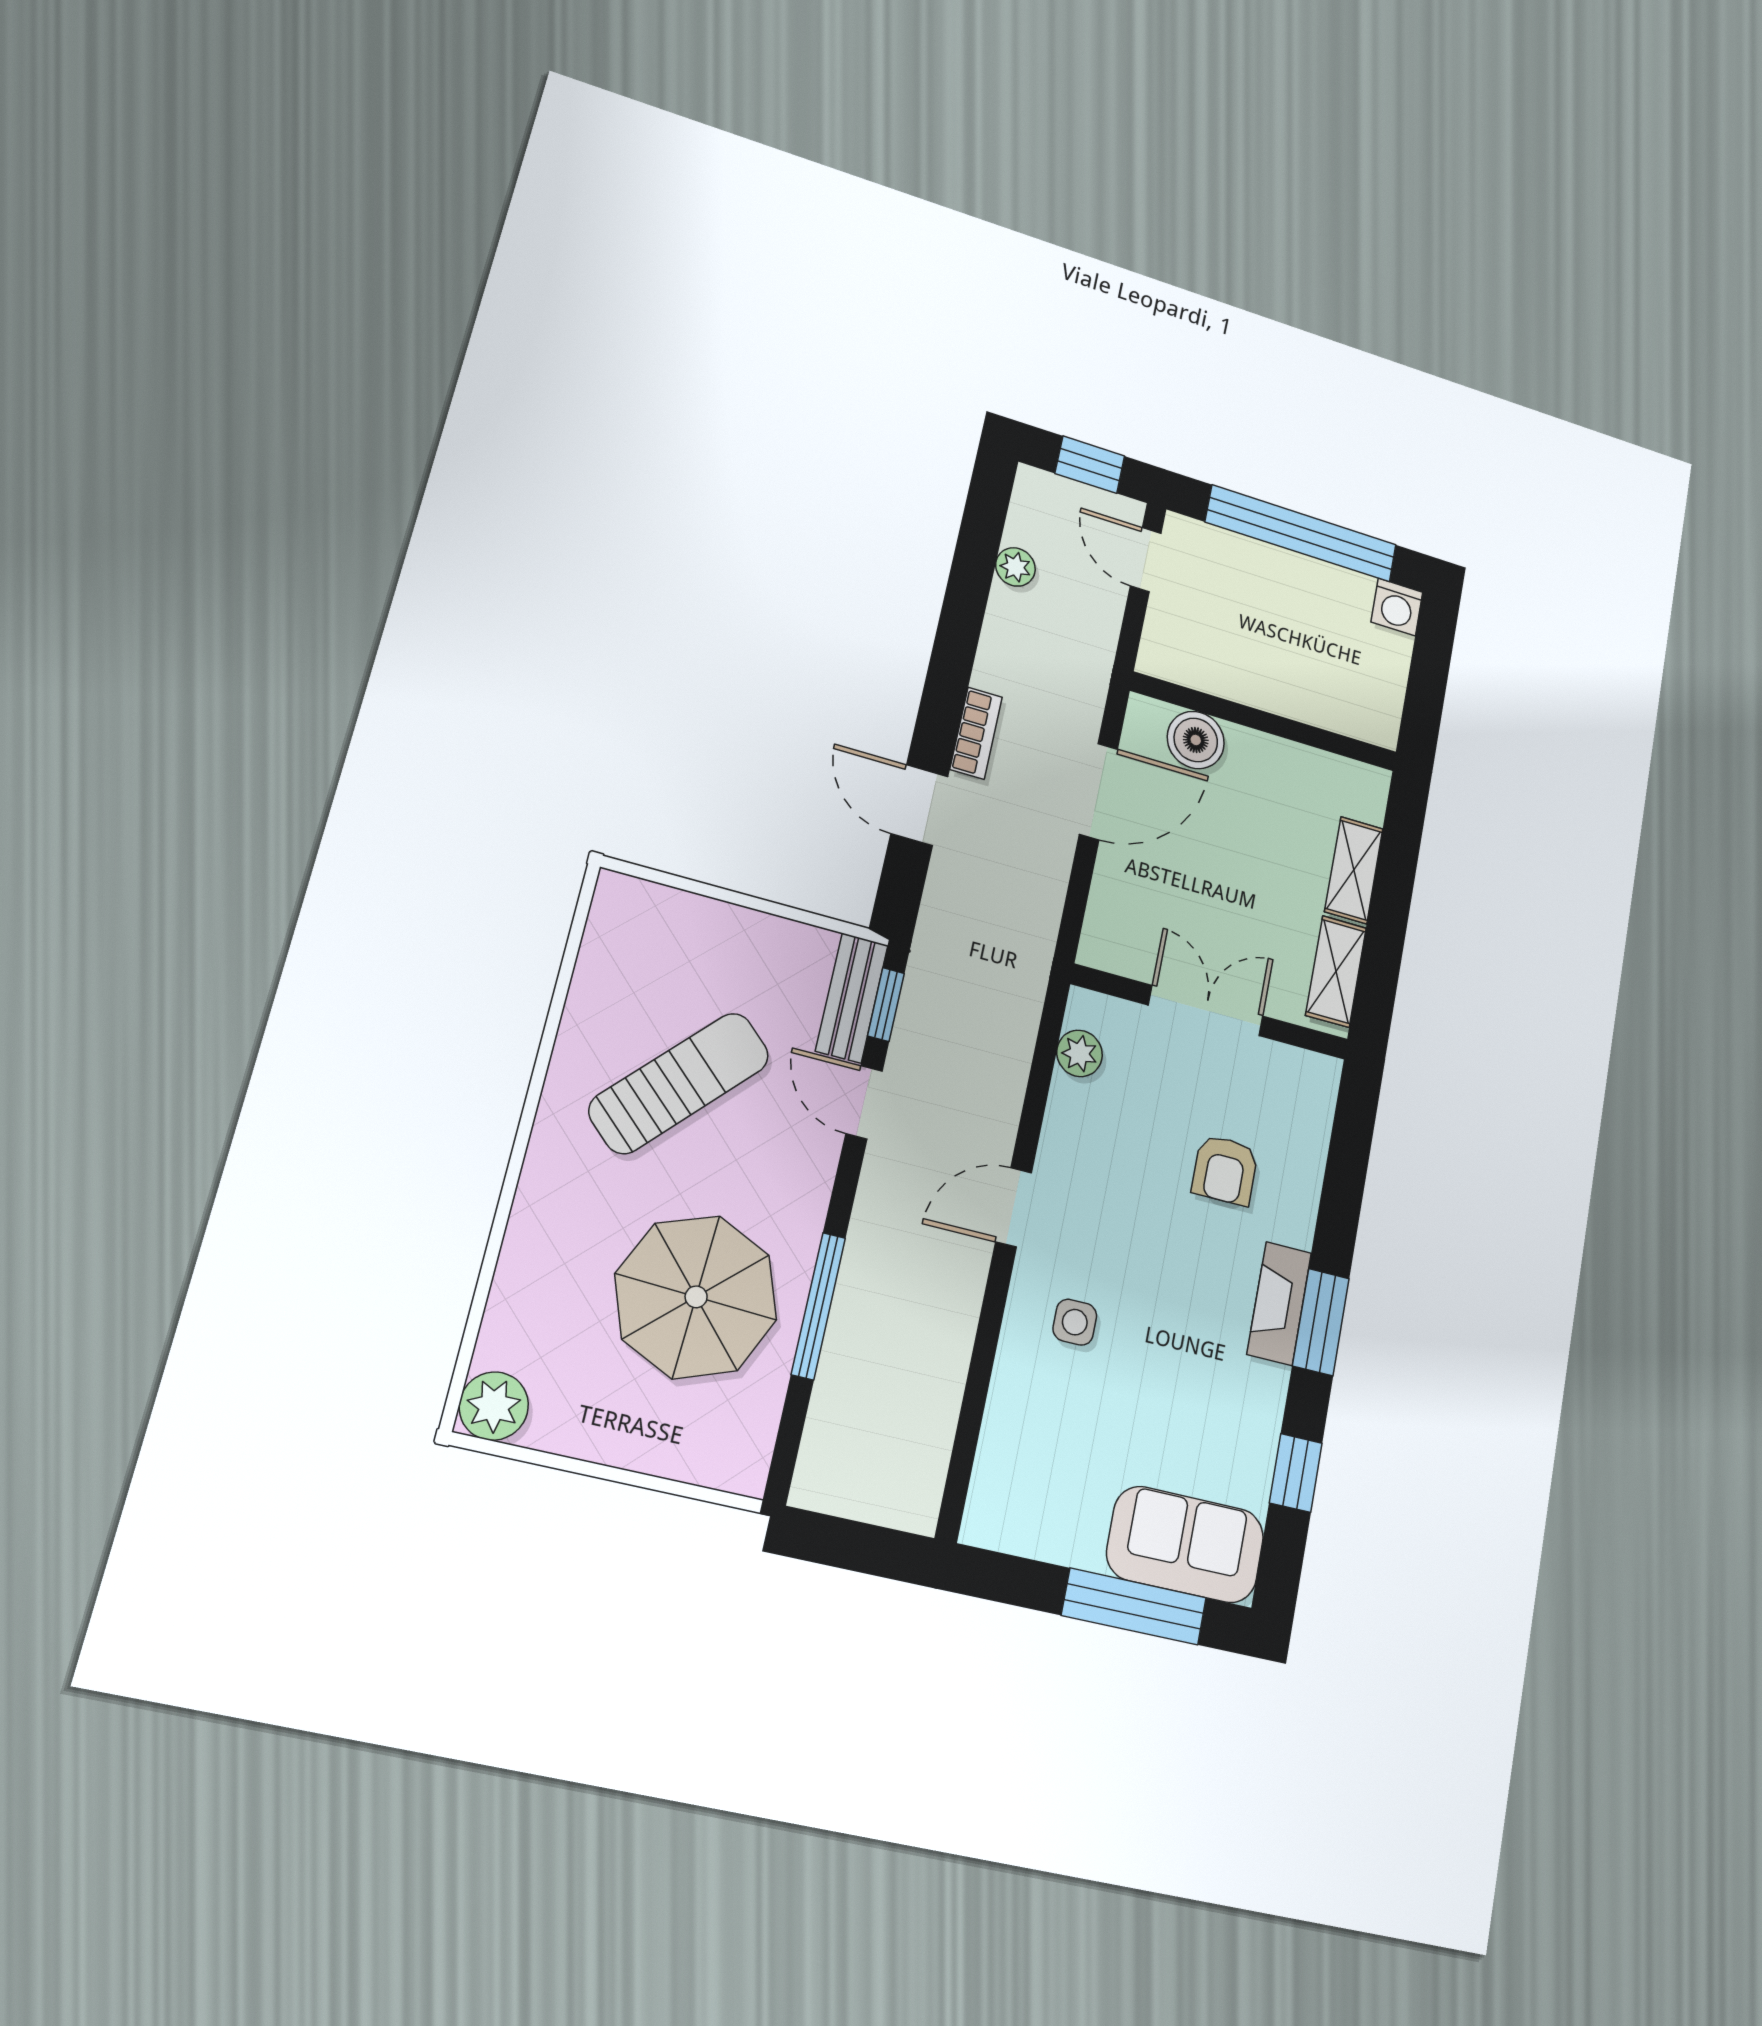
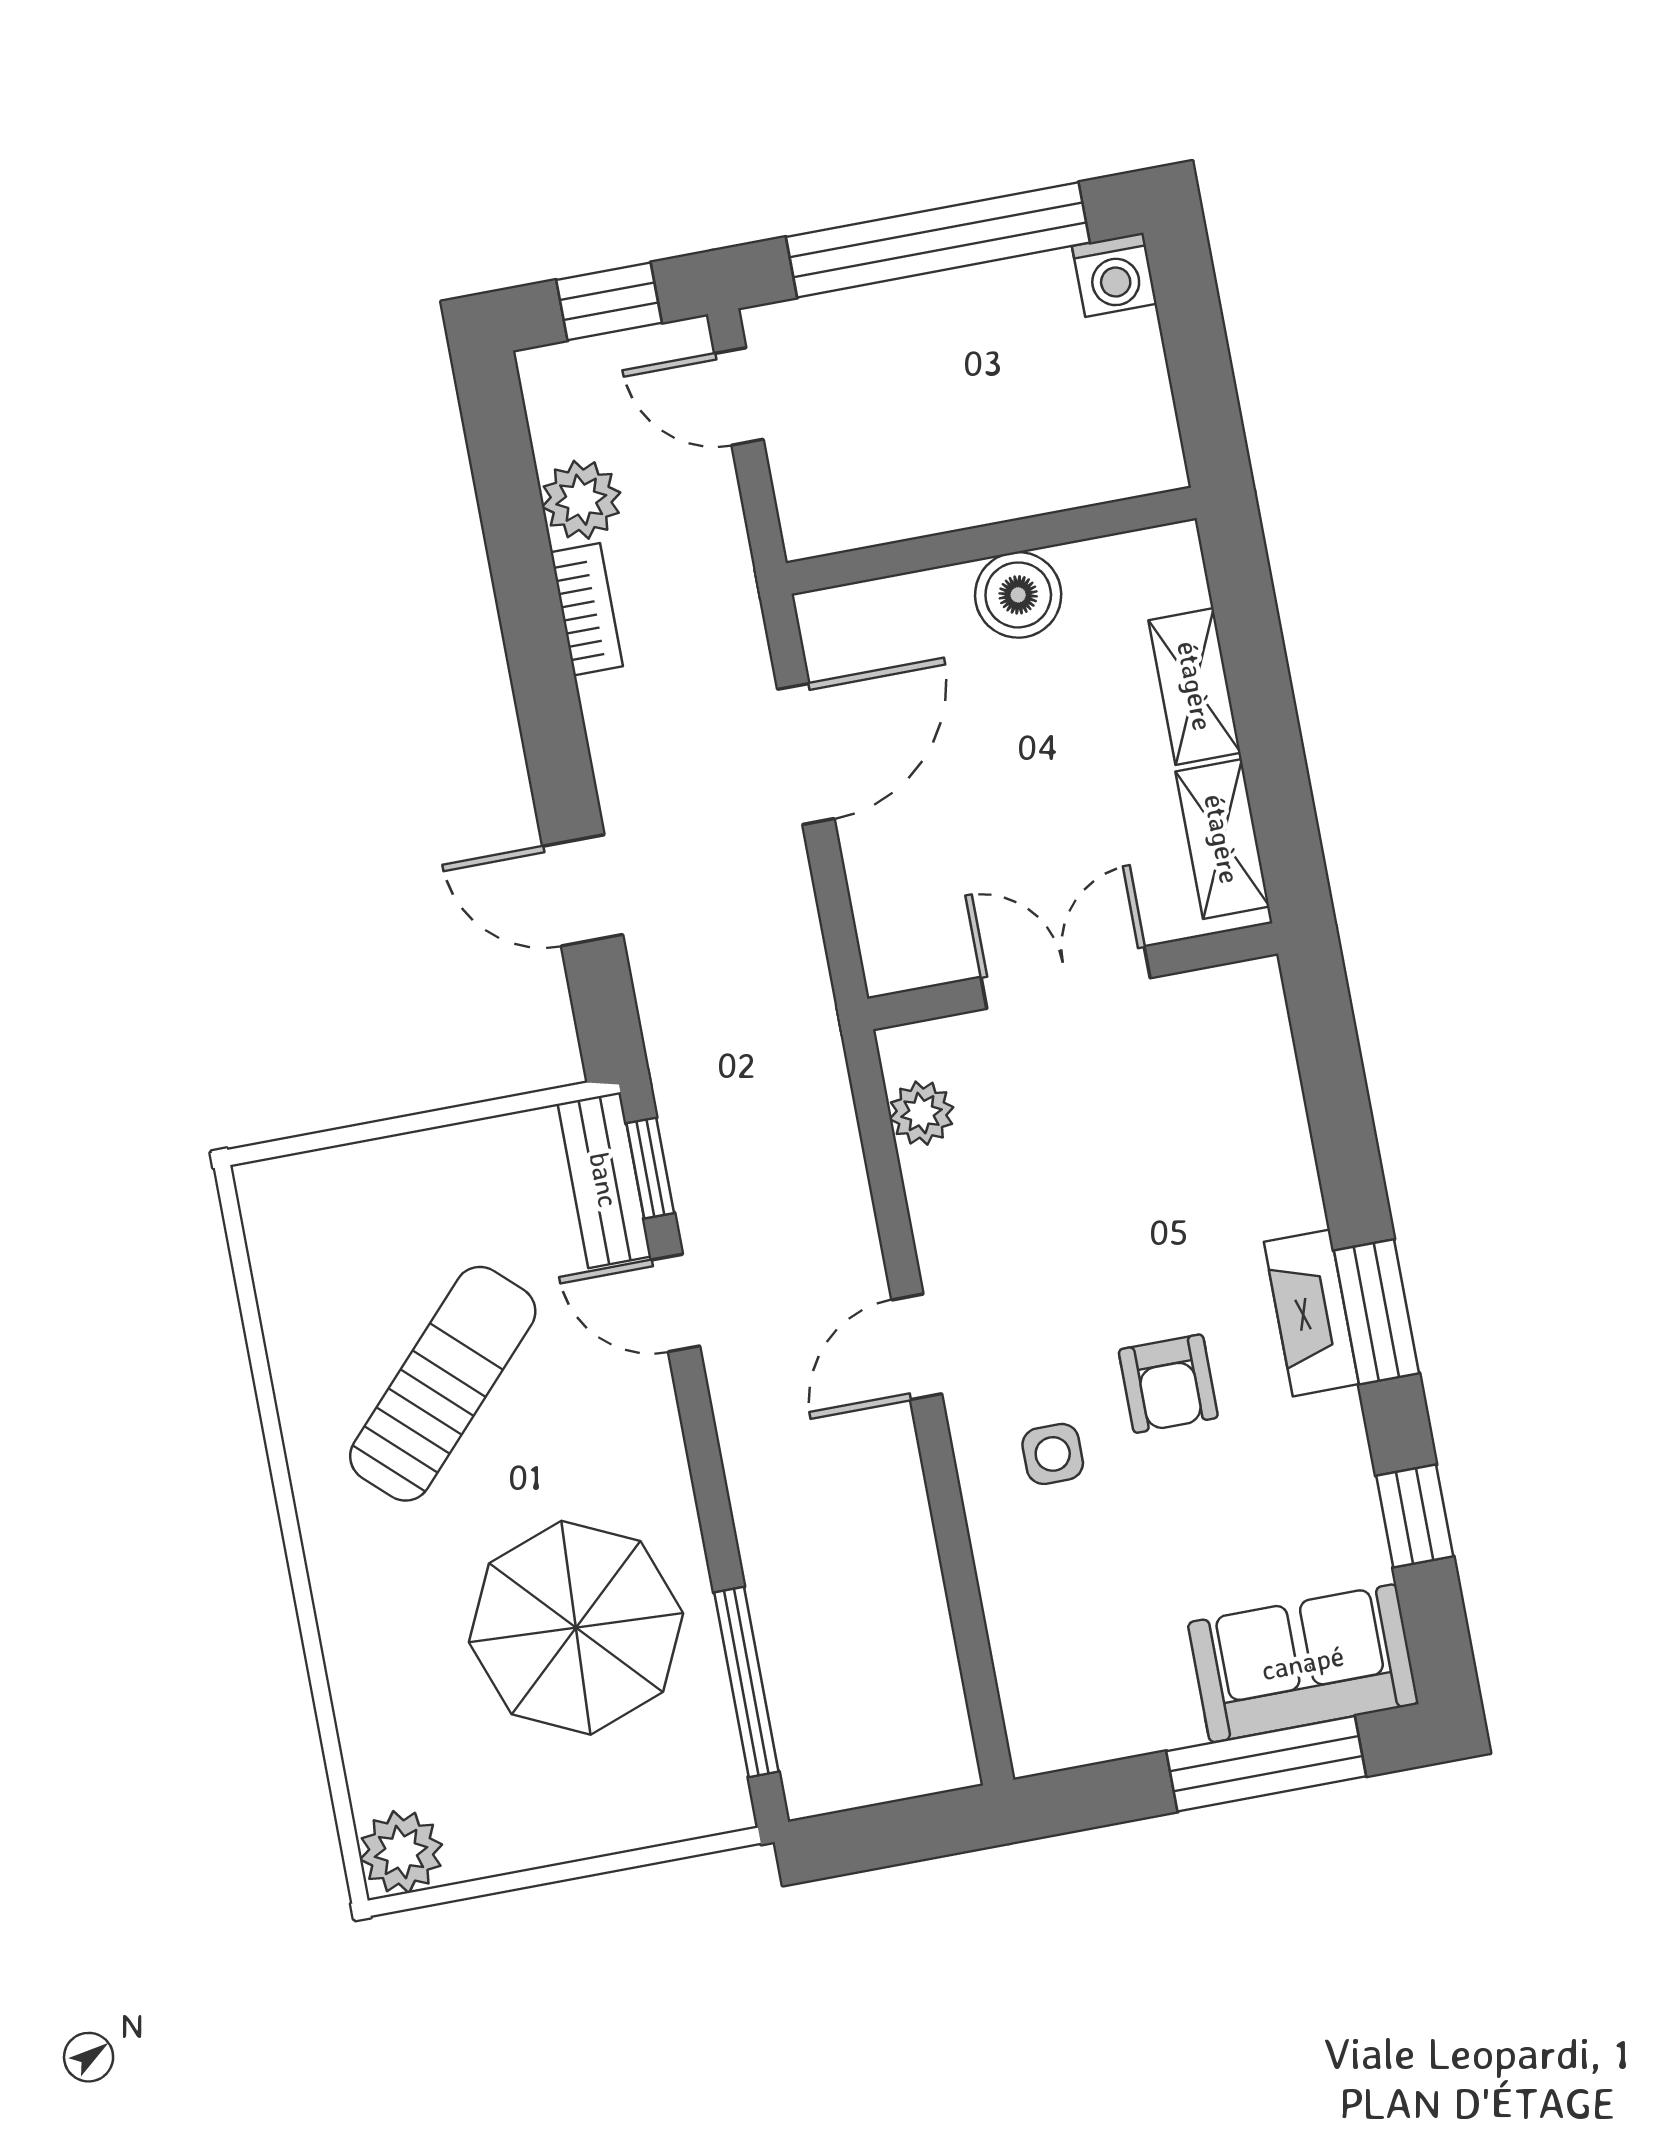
plant: (1015, 567) -> (581, 500), width x1.38, depth x1.38
bookcase: (976, 733) -> (587, 609), moved
boiler: (1196, 740) -> (1018, 595), moved
armchair: (1225, 1170) -> (1168, 1384), moved
window: (818, 1306) -> (746, 1682), moved

